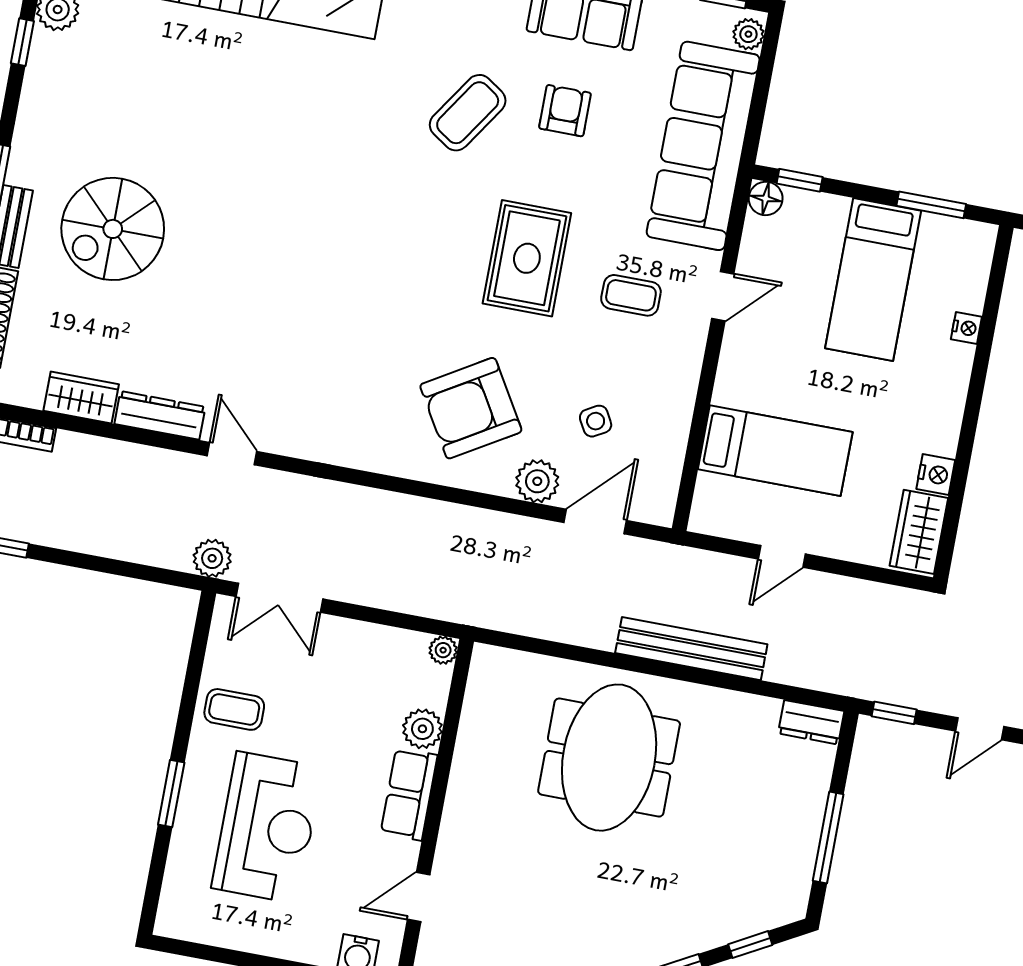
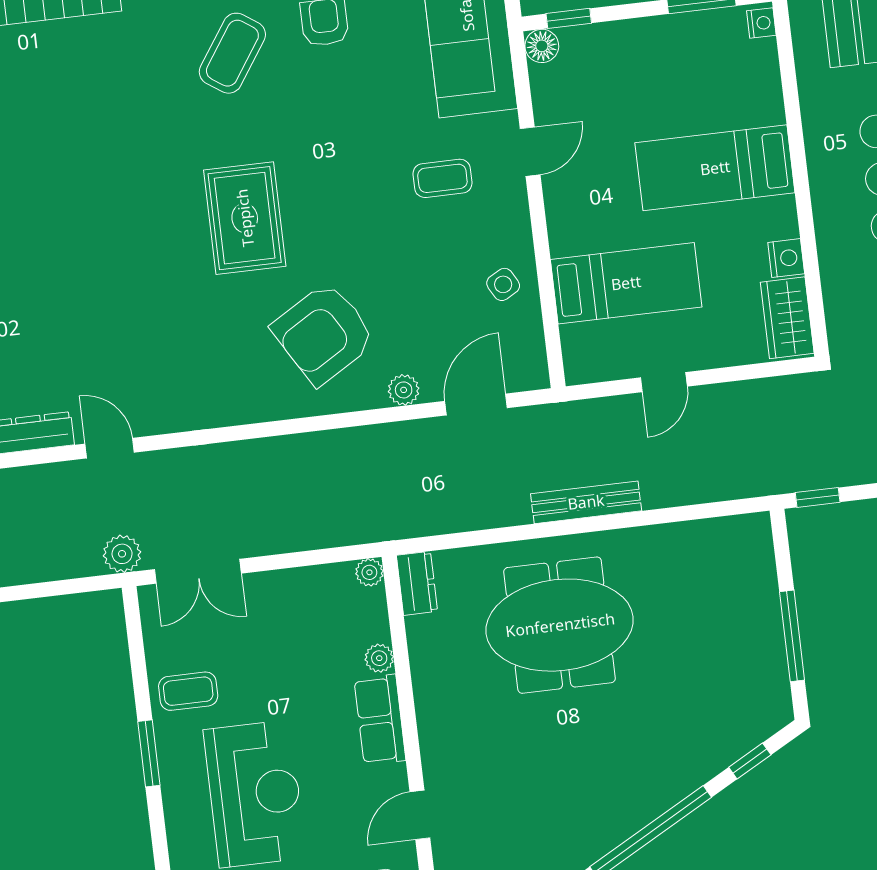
rug: (527, 258) -> (245, 218), moved
bed: (873, 279) -> (715, 168), moved, turned 90
nightstand: (966, 328) -> (761, 23), moved
side table: (596, 421) -> (503, 284), moved
plant: (537, 481) -> (404, 390), width x0.73, depth x0.73
bench: (691, 649) -> (586, 502), width x0.73, depth x0.82
dresser: (811, 722) -> (417, 583), moved, turned -90
plant: (422, 729) -> (379, 658), width x0.73, depth x0.73
meeting table: (609, 758) -> (560, 625), turned 90
window: (171, 793) -> (149, 753), moved

